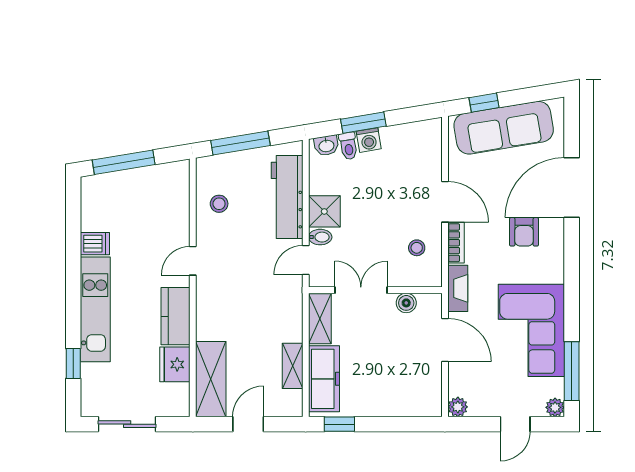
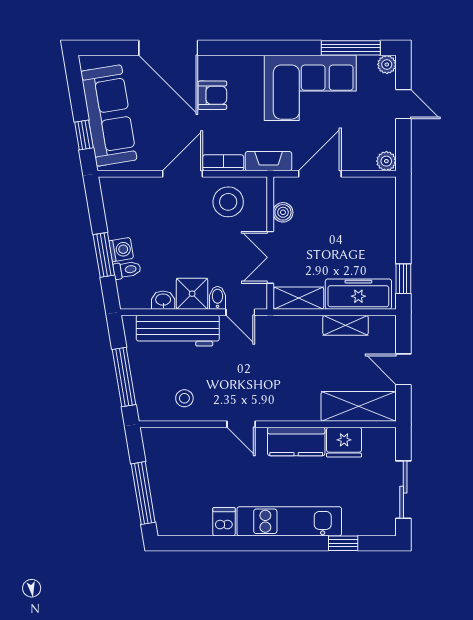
washbasin: (326, 145) -> (163, 300), moved, turned -81
stool: (417, 248) -> (228, 202), width x1.89, depth x1.89

